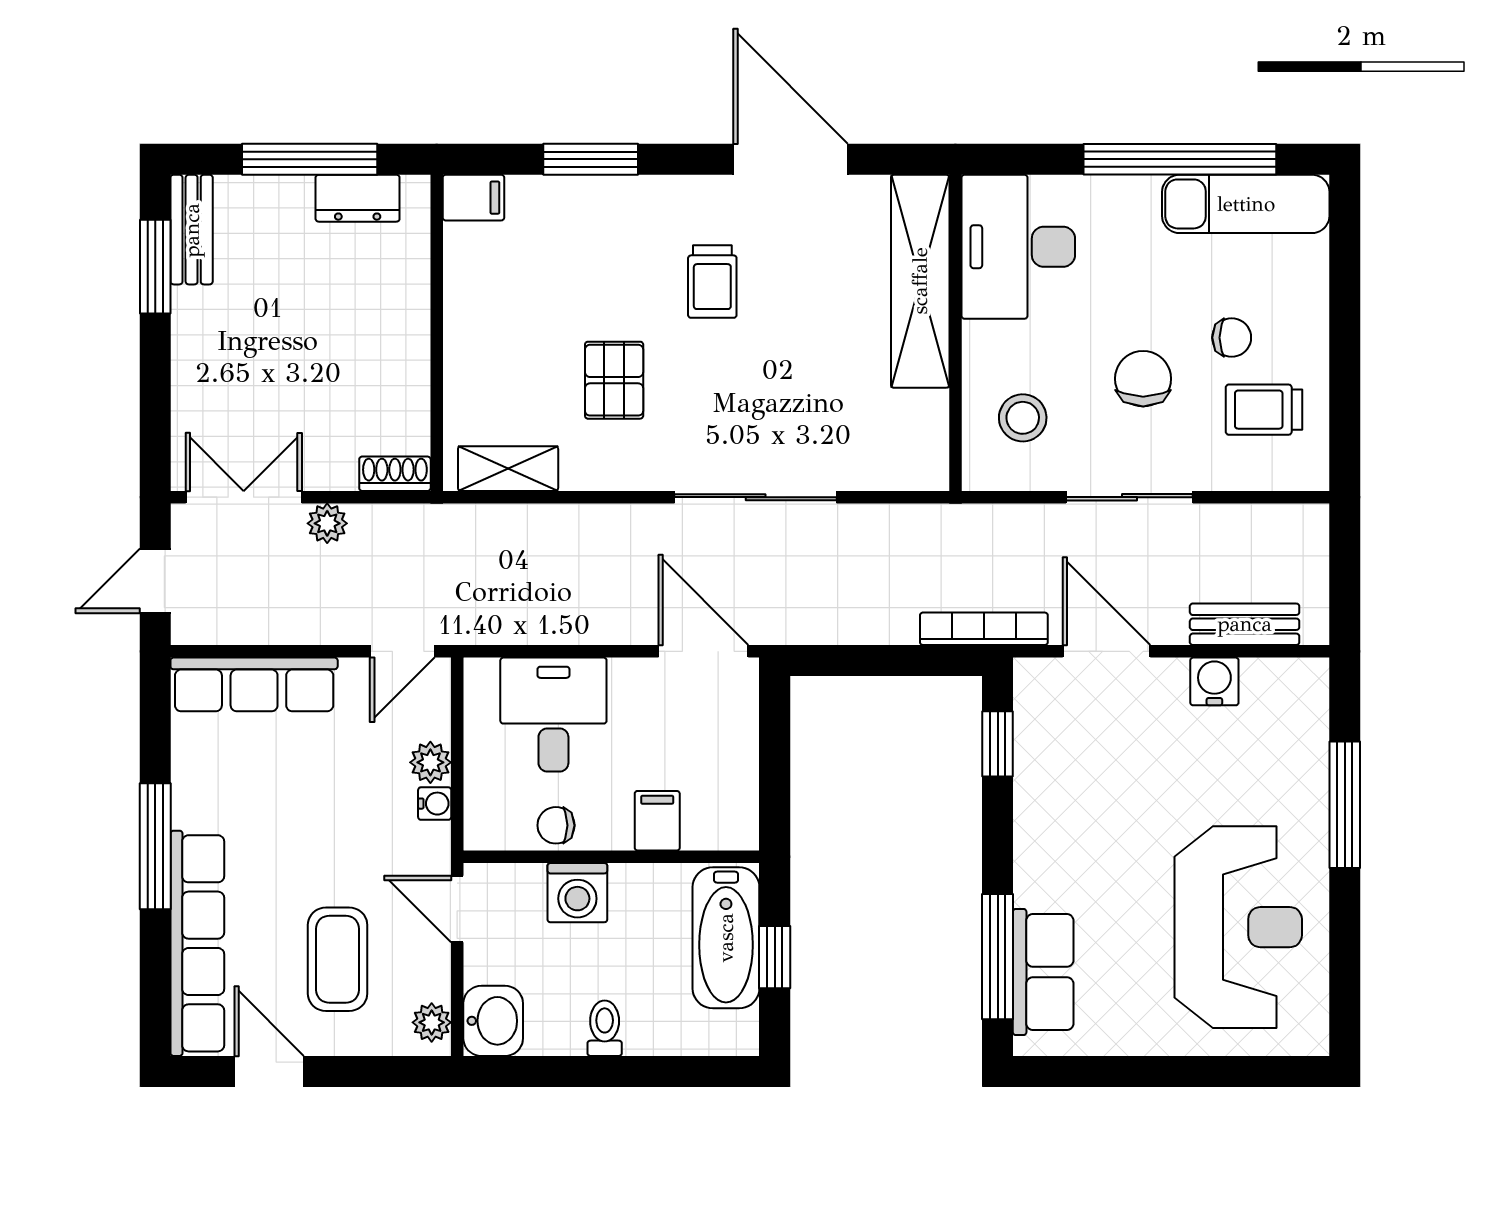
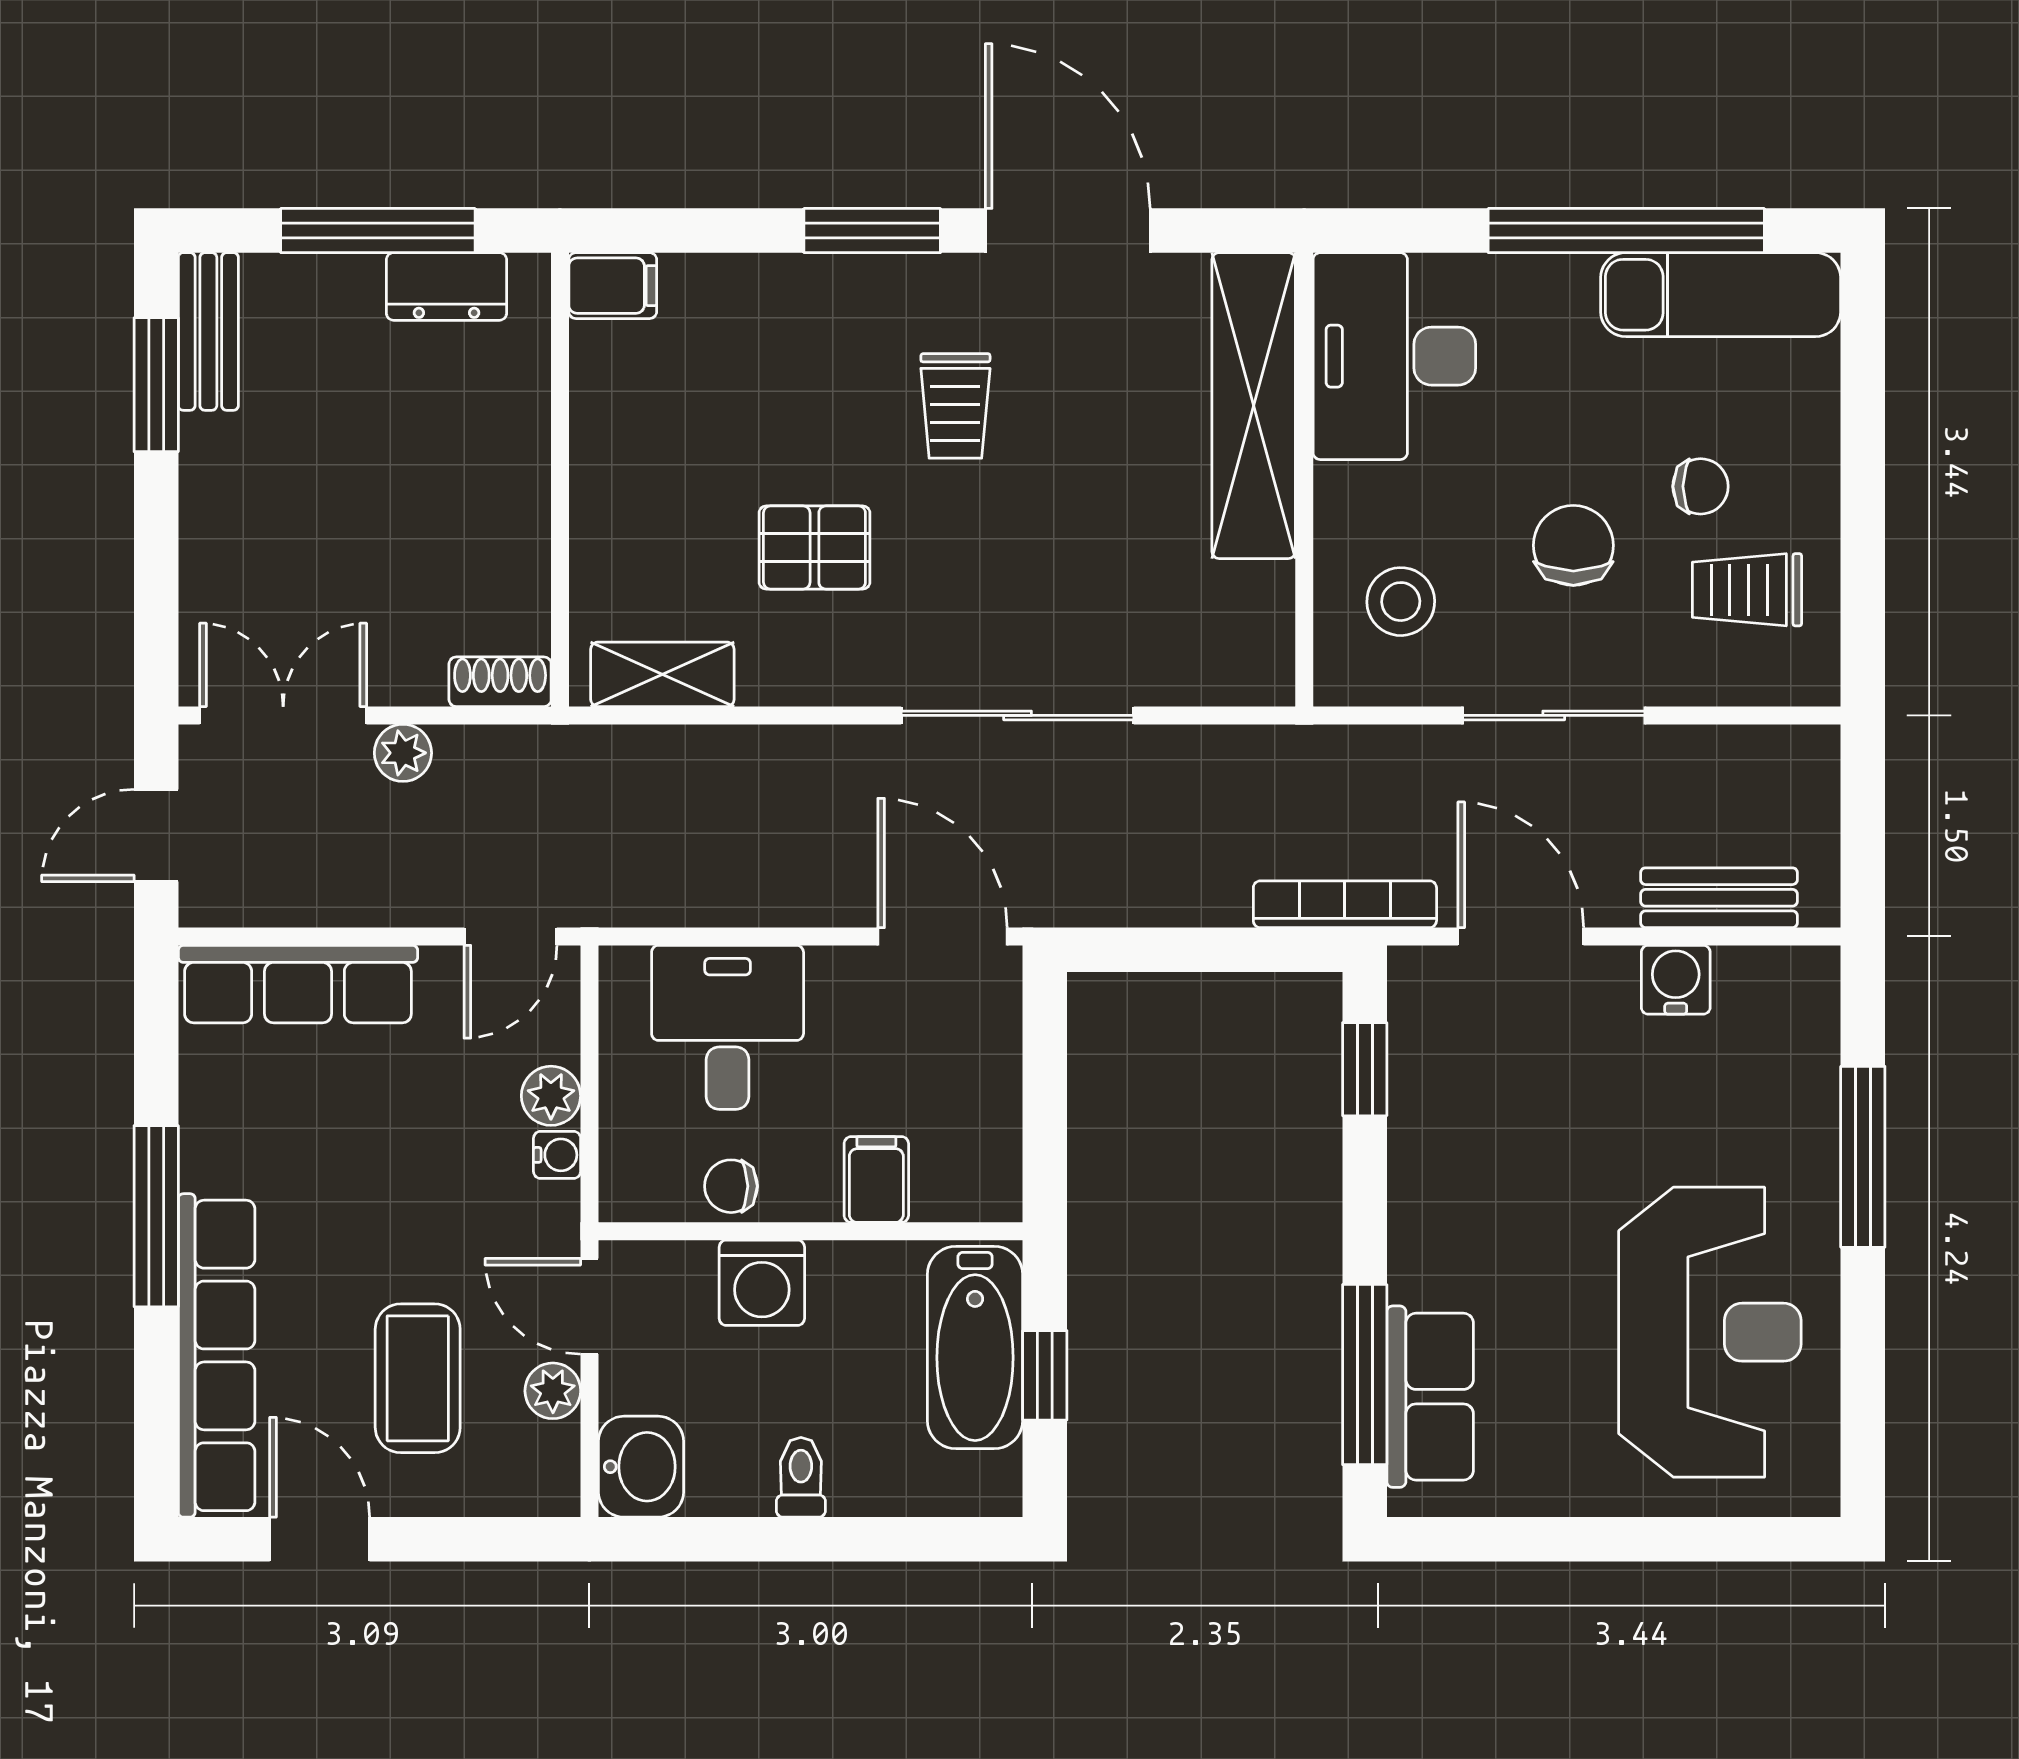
window: (591, 159) -> (872, 231), moved
pallet: (614, 380) -> (814, 548), turned 90
plant: (432, 1022) -> (553, 1391), moved

